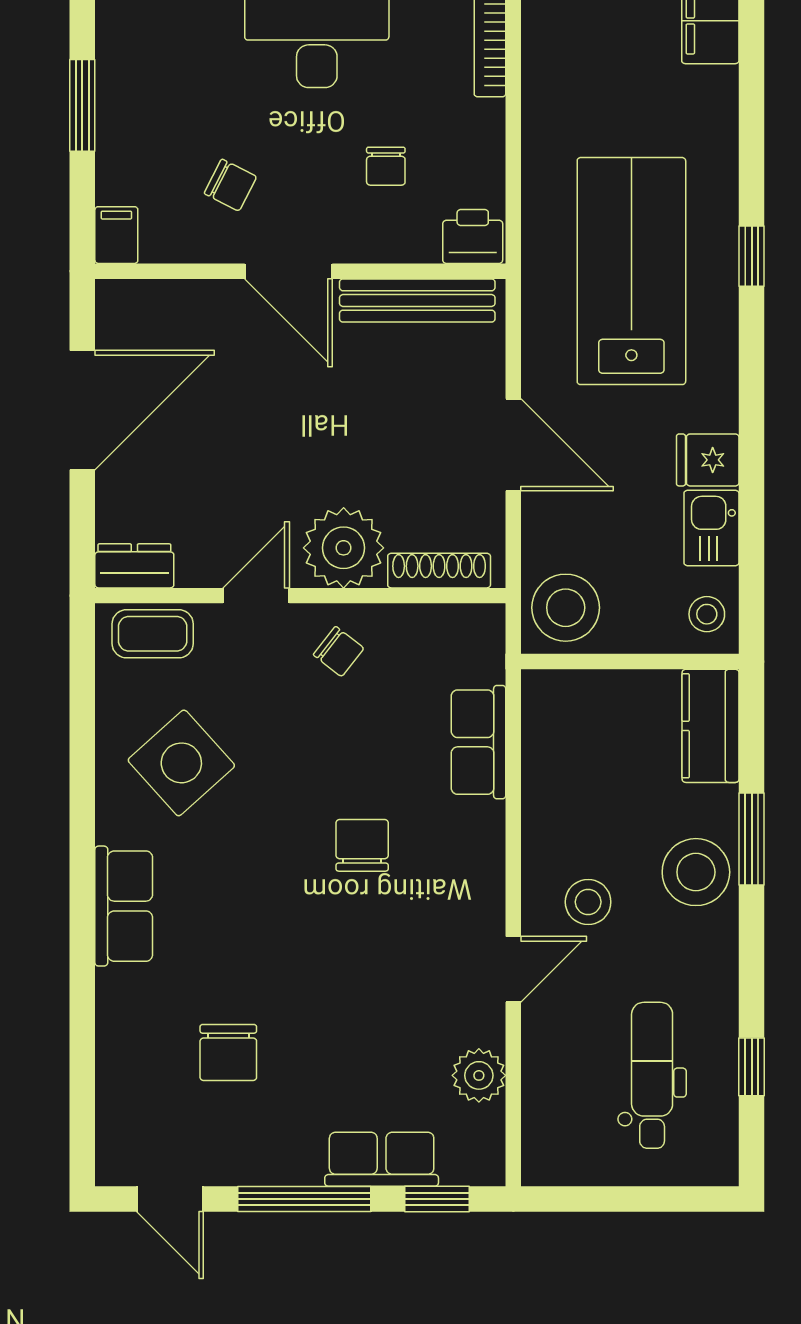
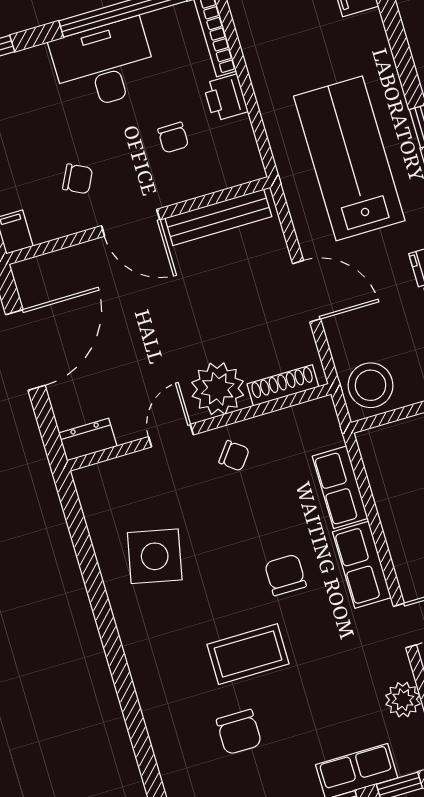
printer: (473, 236) -> (226, 98), moved, turned -90
coffee table: (153, 634) -> (248, 654), moved, width x1.36, depth x1.30
side table: (181, 763) -> (155, 556), turned -36
row of seats: (124, 906) -> (362, 565), moved, turned 180

